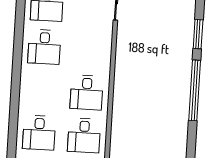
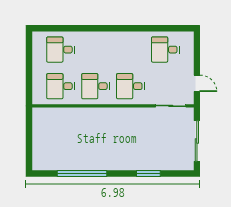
desk: (44, 47) -> (130, 86), moved
window: (195, 90) -> (82, 174), moved

